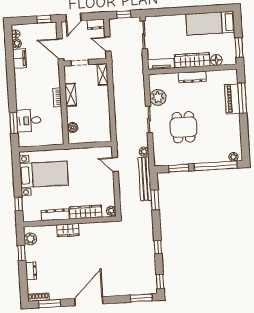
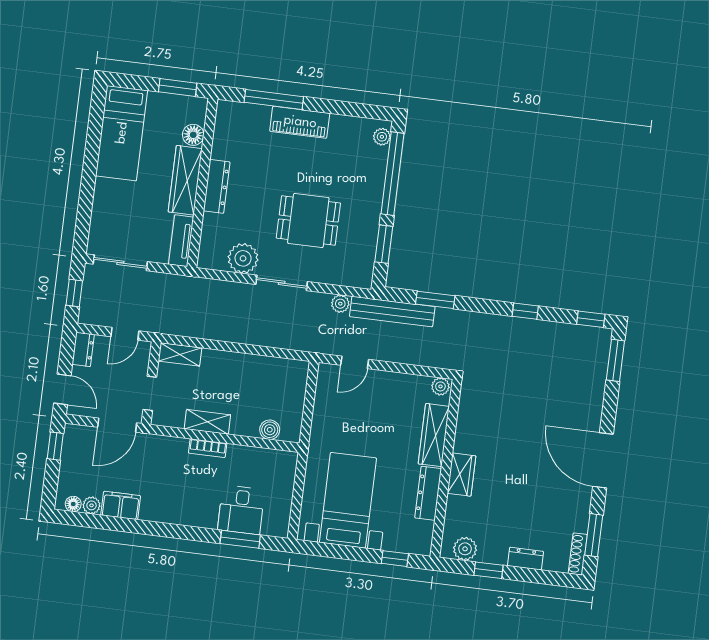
piano: (232, 99) -> (300, 122), moved

